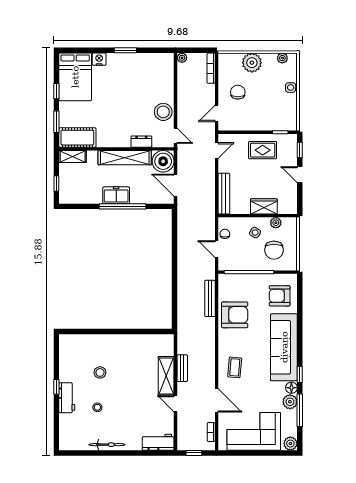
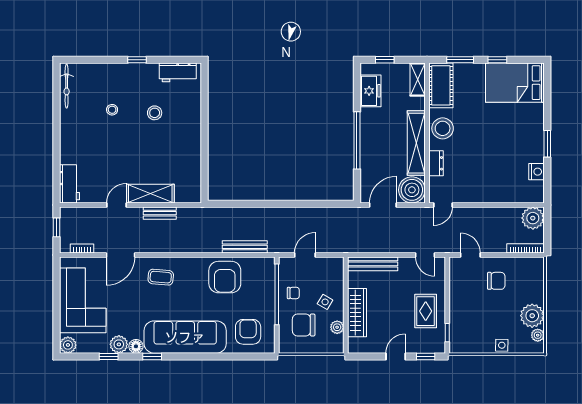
plant: (182, 58) -> (533, 218), width x1.88, depth x1.88
nightstand: (99, 59) -> (536, 172), moved
plant: (252, 63) -> (532, 316), moved
stool: (163, 112) -> (443, 128), moved
freezer: (116, 195) -> (370, 91), moved
wardrobe: (264, 206) -> (357, 313), width x1.50
chair: (225, 234) -> (293, 293), moved
workbench: (67, 398) -> (178, 72), moved
window: (300, 410) -> (109, 356), width x0.46
bicycle: (107, 445) -> (67, 86), moved

